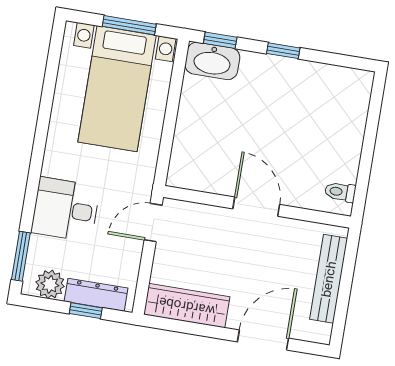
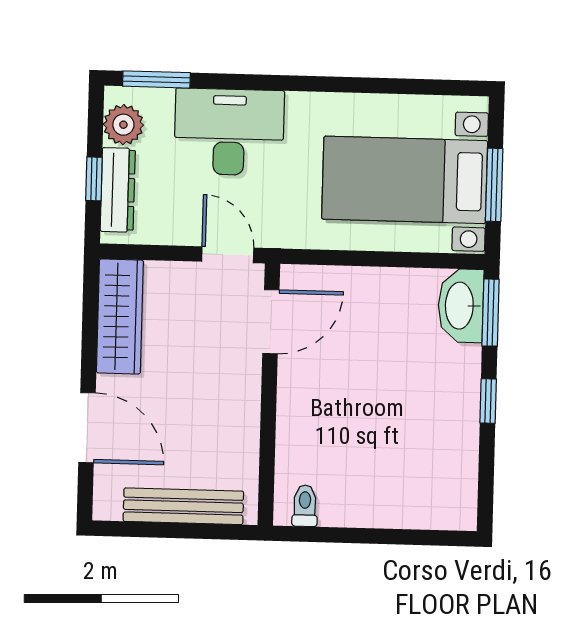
window: (220, 40) -> (491, 313), width x1.50
door: (256, 207) -> (271, 322), moved
desk: (66, 209) -> (229, 132), width x1.37

